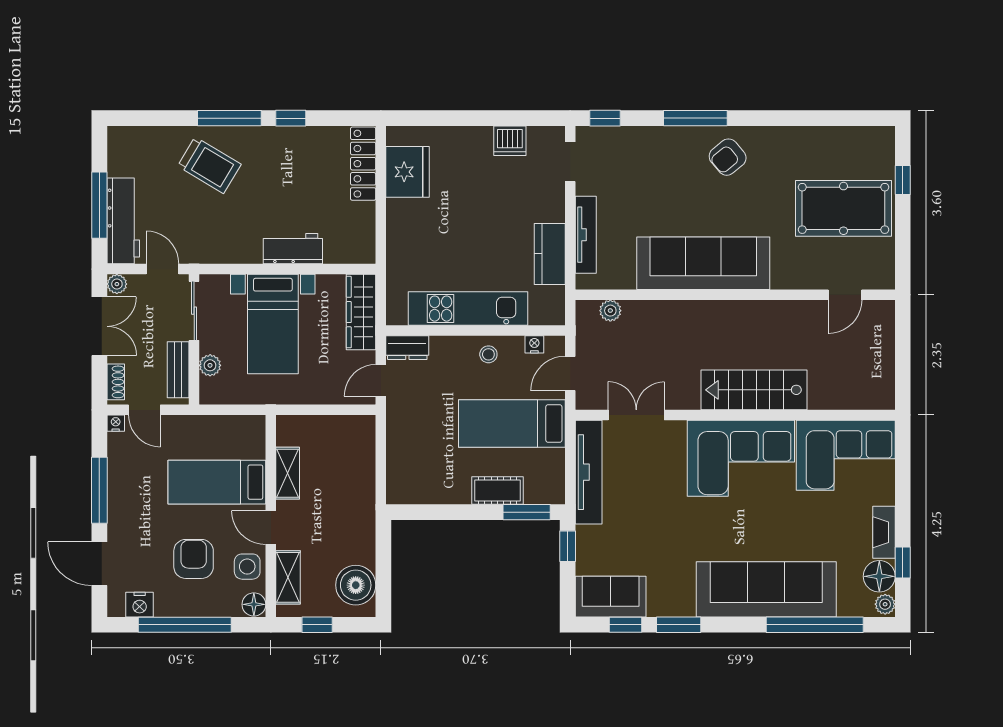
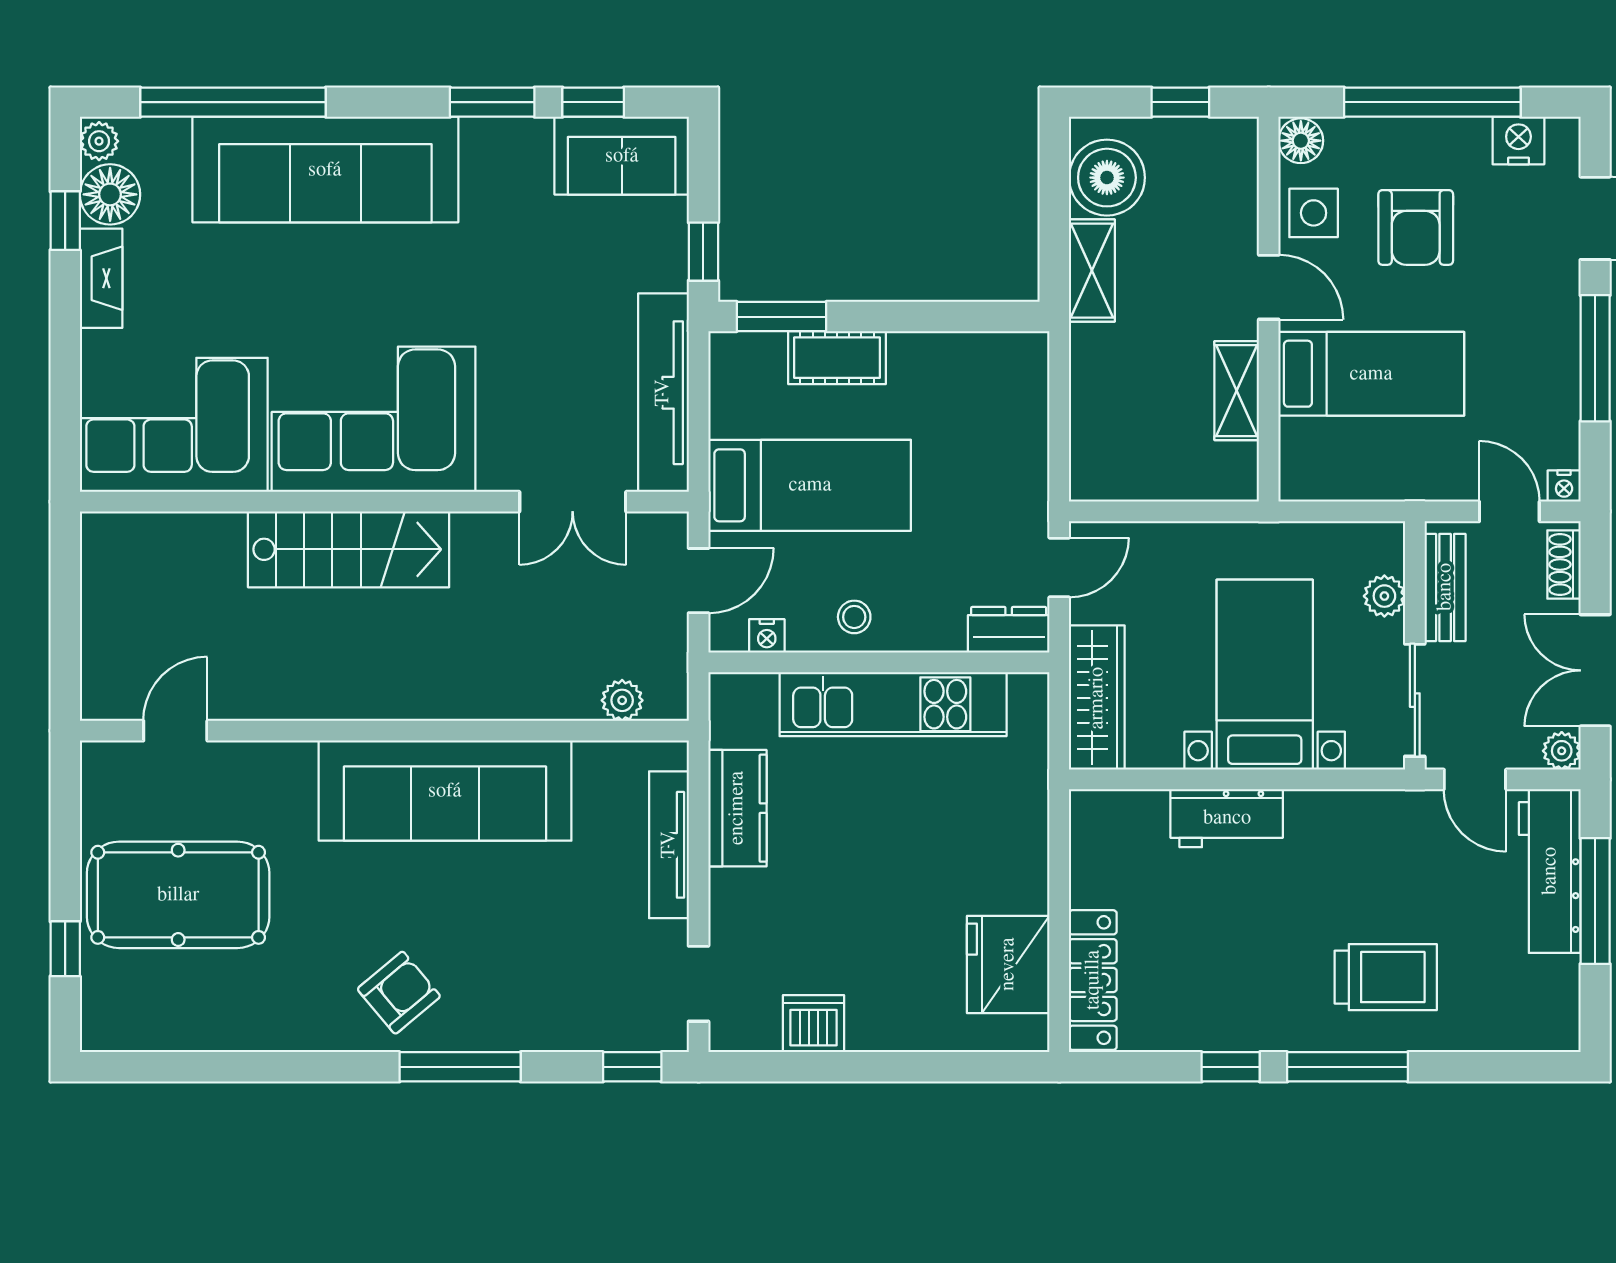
trolley: (209, 165) -> (1386, 977), turned 149
shelving: (288, 577) -> (1092, 271), moved

